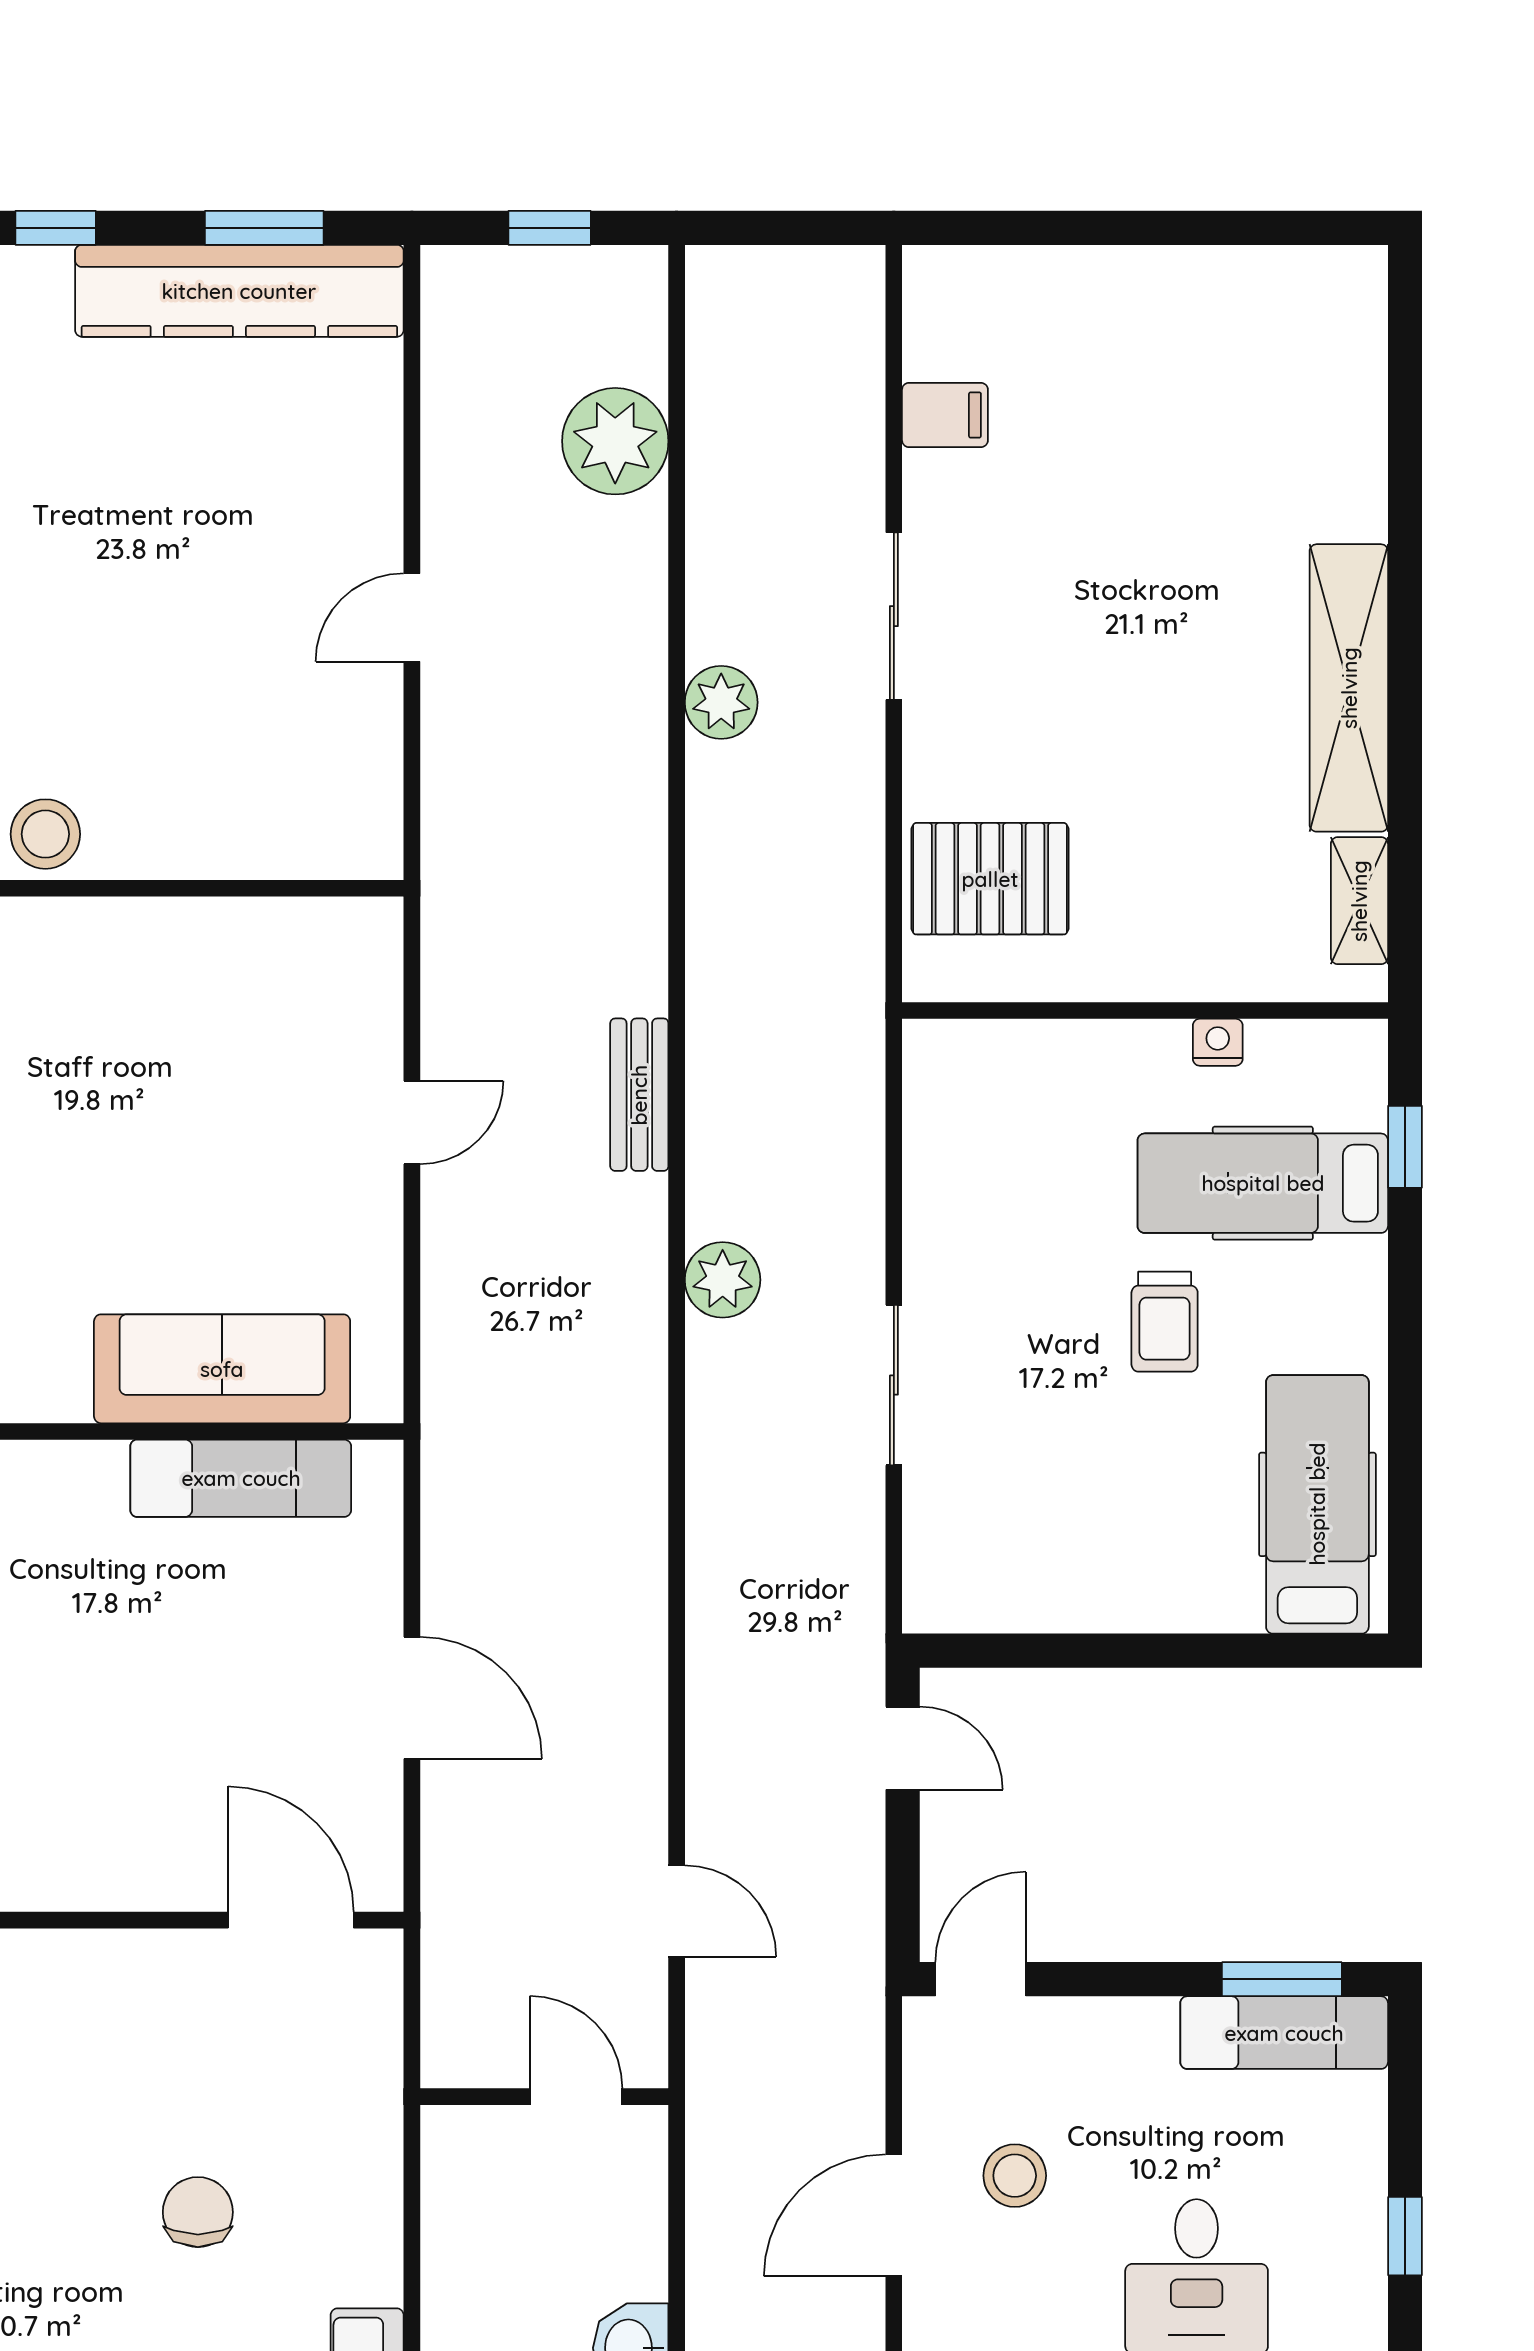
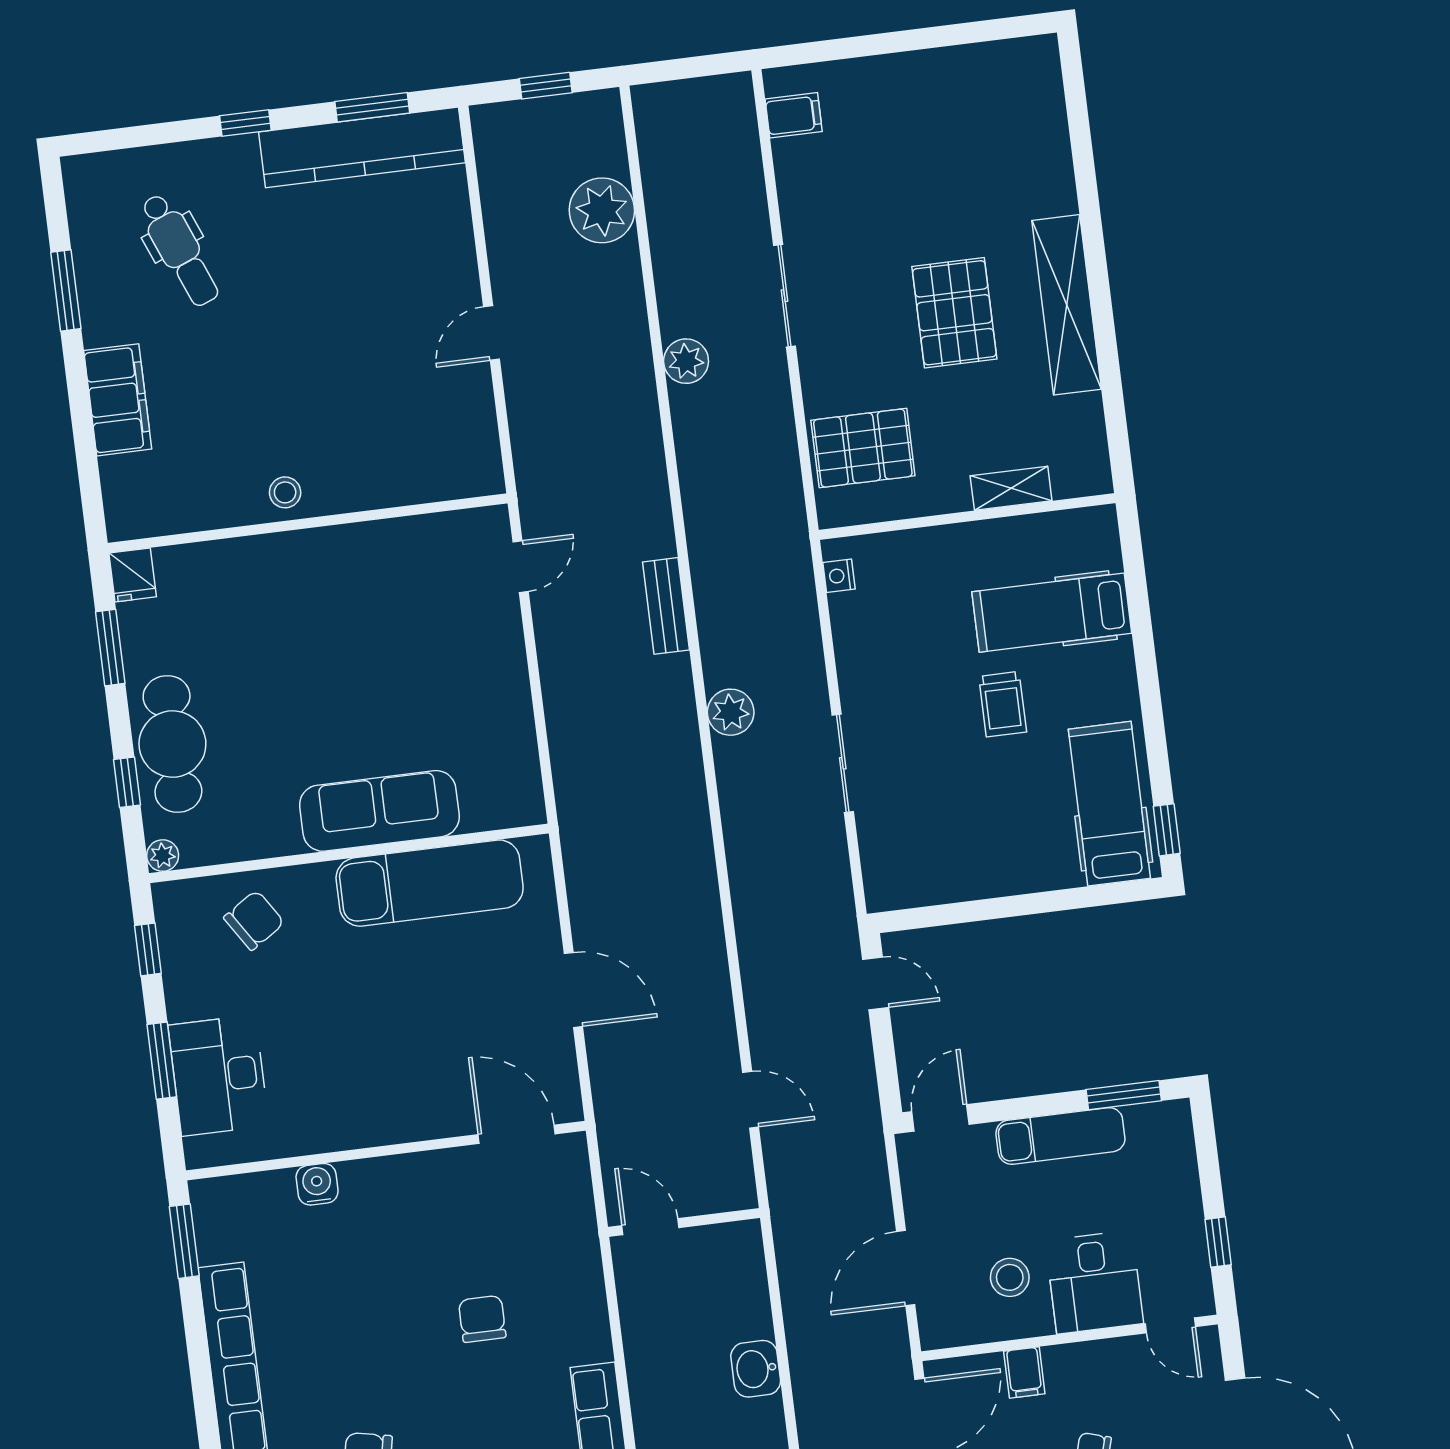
filing cabinet: (945, 415) -> (794, 115), moved
pallet: (1165, 678) -> (954, 313), added
stool: (45, 834) -> (285, 492), width x0.73, depth x0.73
shelving: (1359, 901) -> (1011, 488), moved, turned 90
nightstand: (1218, 1042) -> (839, 576), moved, turned -90
door: (412, 1122) -> (521, 567), moved
window: (1405, 1147) -> (1167, 830), moved
sofa: (222, 1369) -> (379, 811), moved
exam couch: (241, 1478) -> (430, 883), width x1.36, depth x1.45
exam couch: (1284, 2033) -> (1060, 1136), moved
door: (576, 2097) -> (650, 1227), moved
stool: (1015, 2176) -> (1010, 1277), moved

